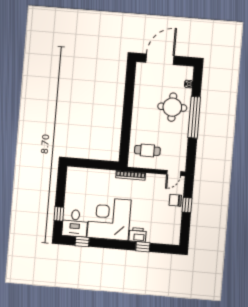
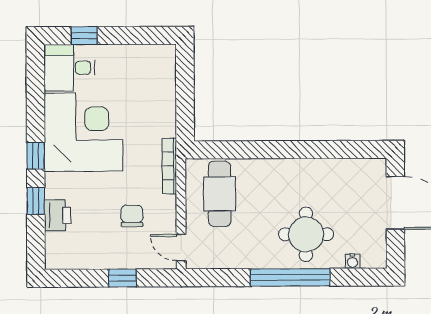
cafe table: (147, 150) -> (220, 194), width x1.37, depth x1.35
chair: (175, 200) -> (132, 216), moved
printer: (138, 235) -> (58, 215), moved
window: (82, 242) -> (36, 156), moved

